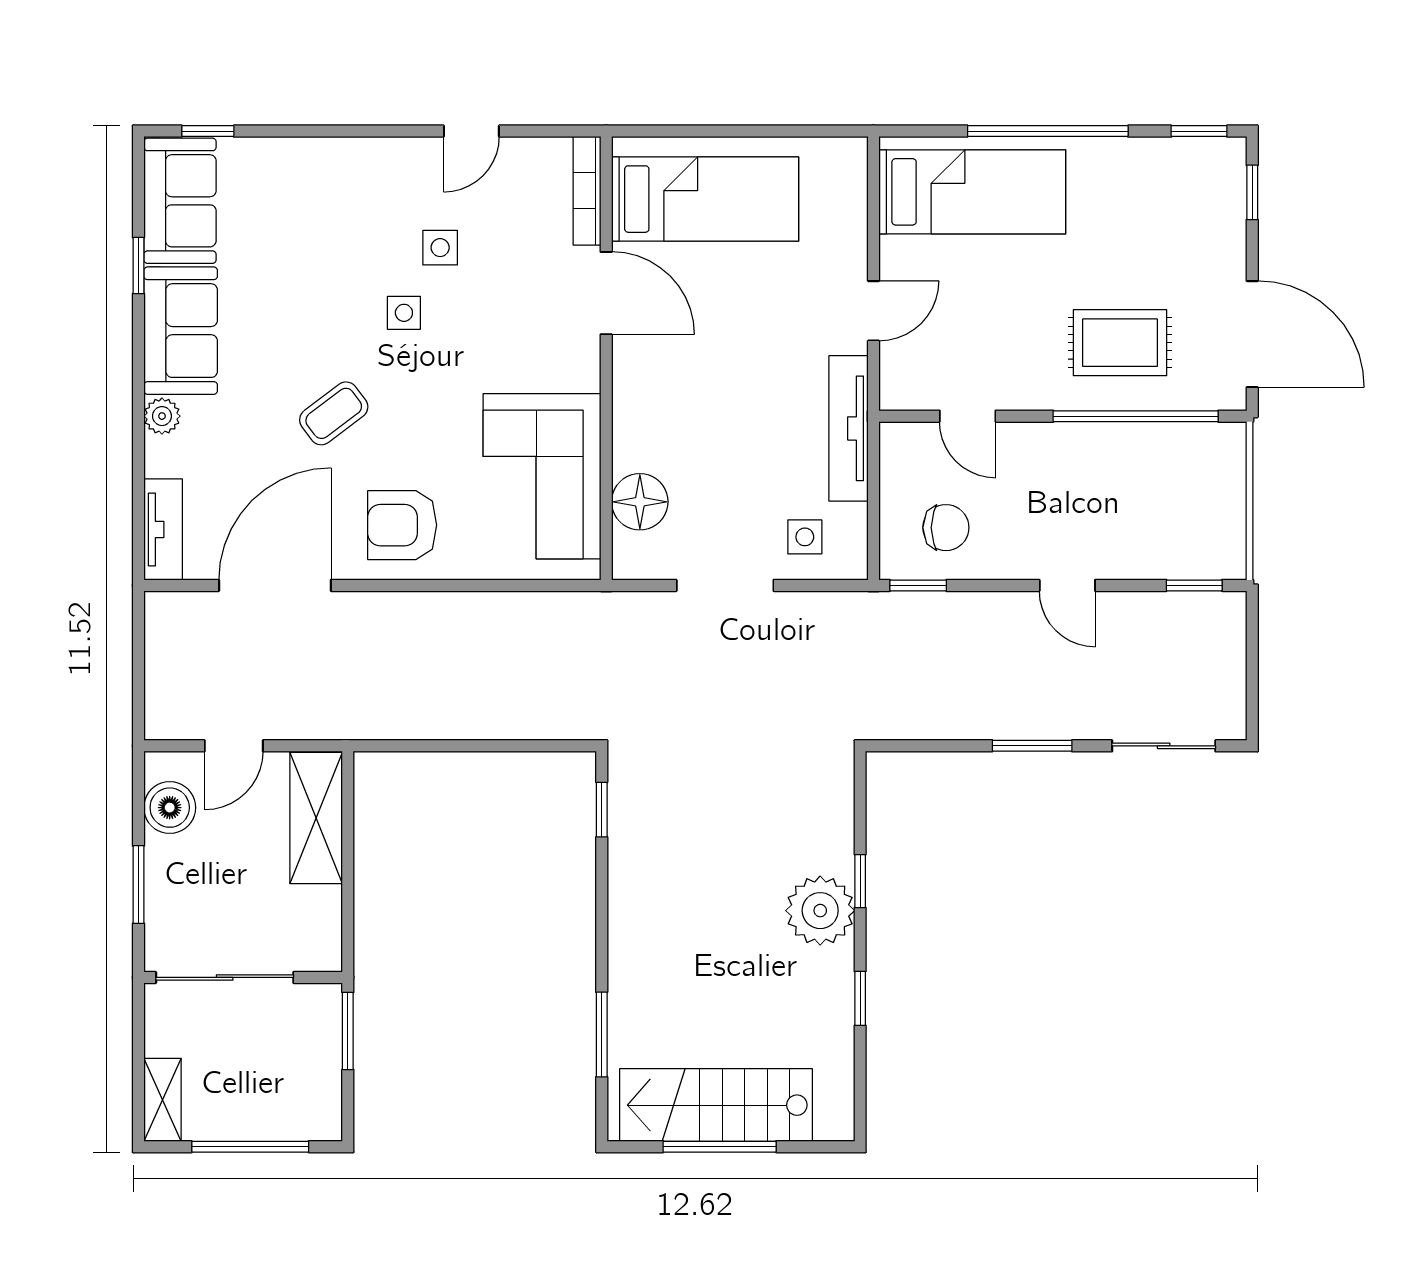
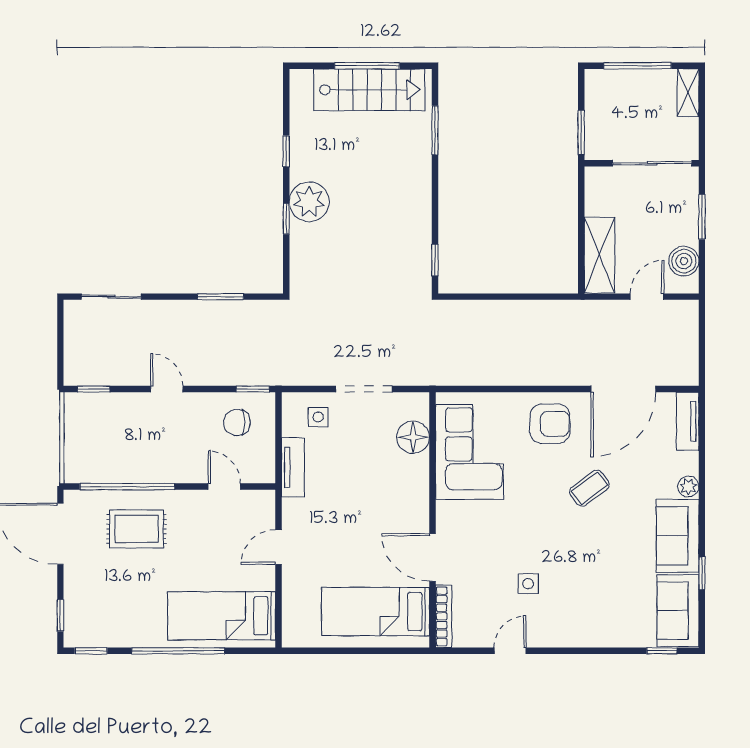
side table: (404, 313) -> (549, 546), removed
tv unit: (848, 428) -> (293, 467), width x0.71
window: (1032, 746) -> (221, 297), moved

